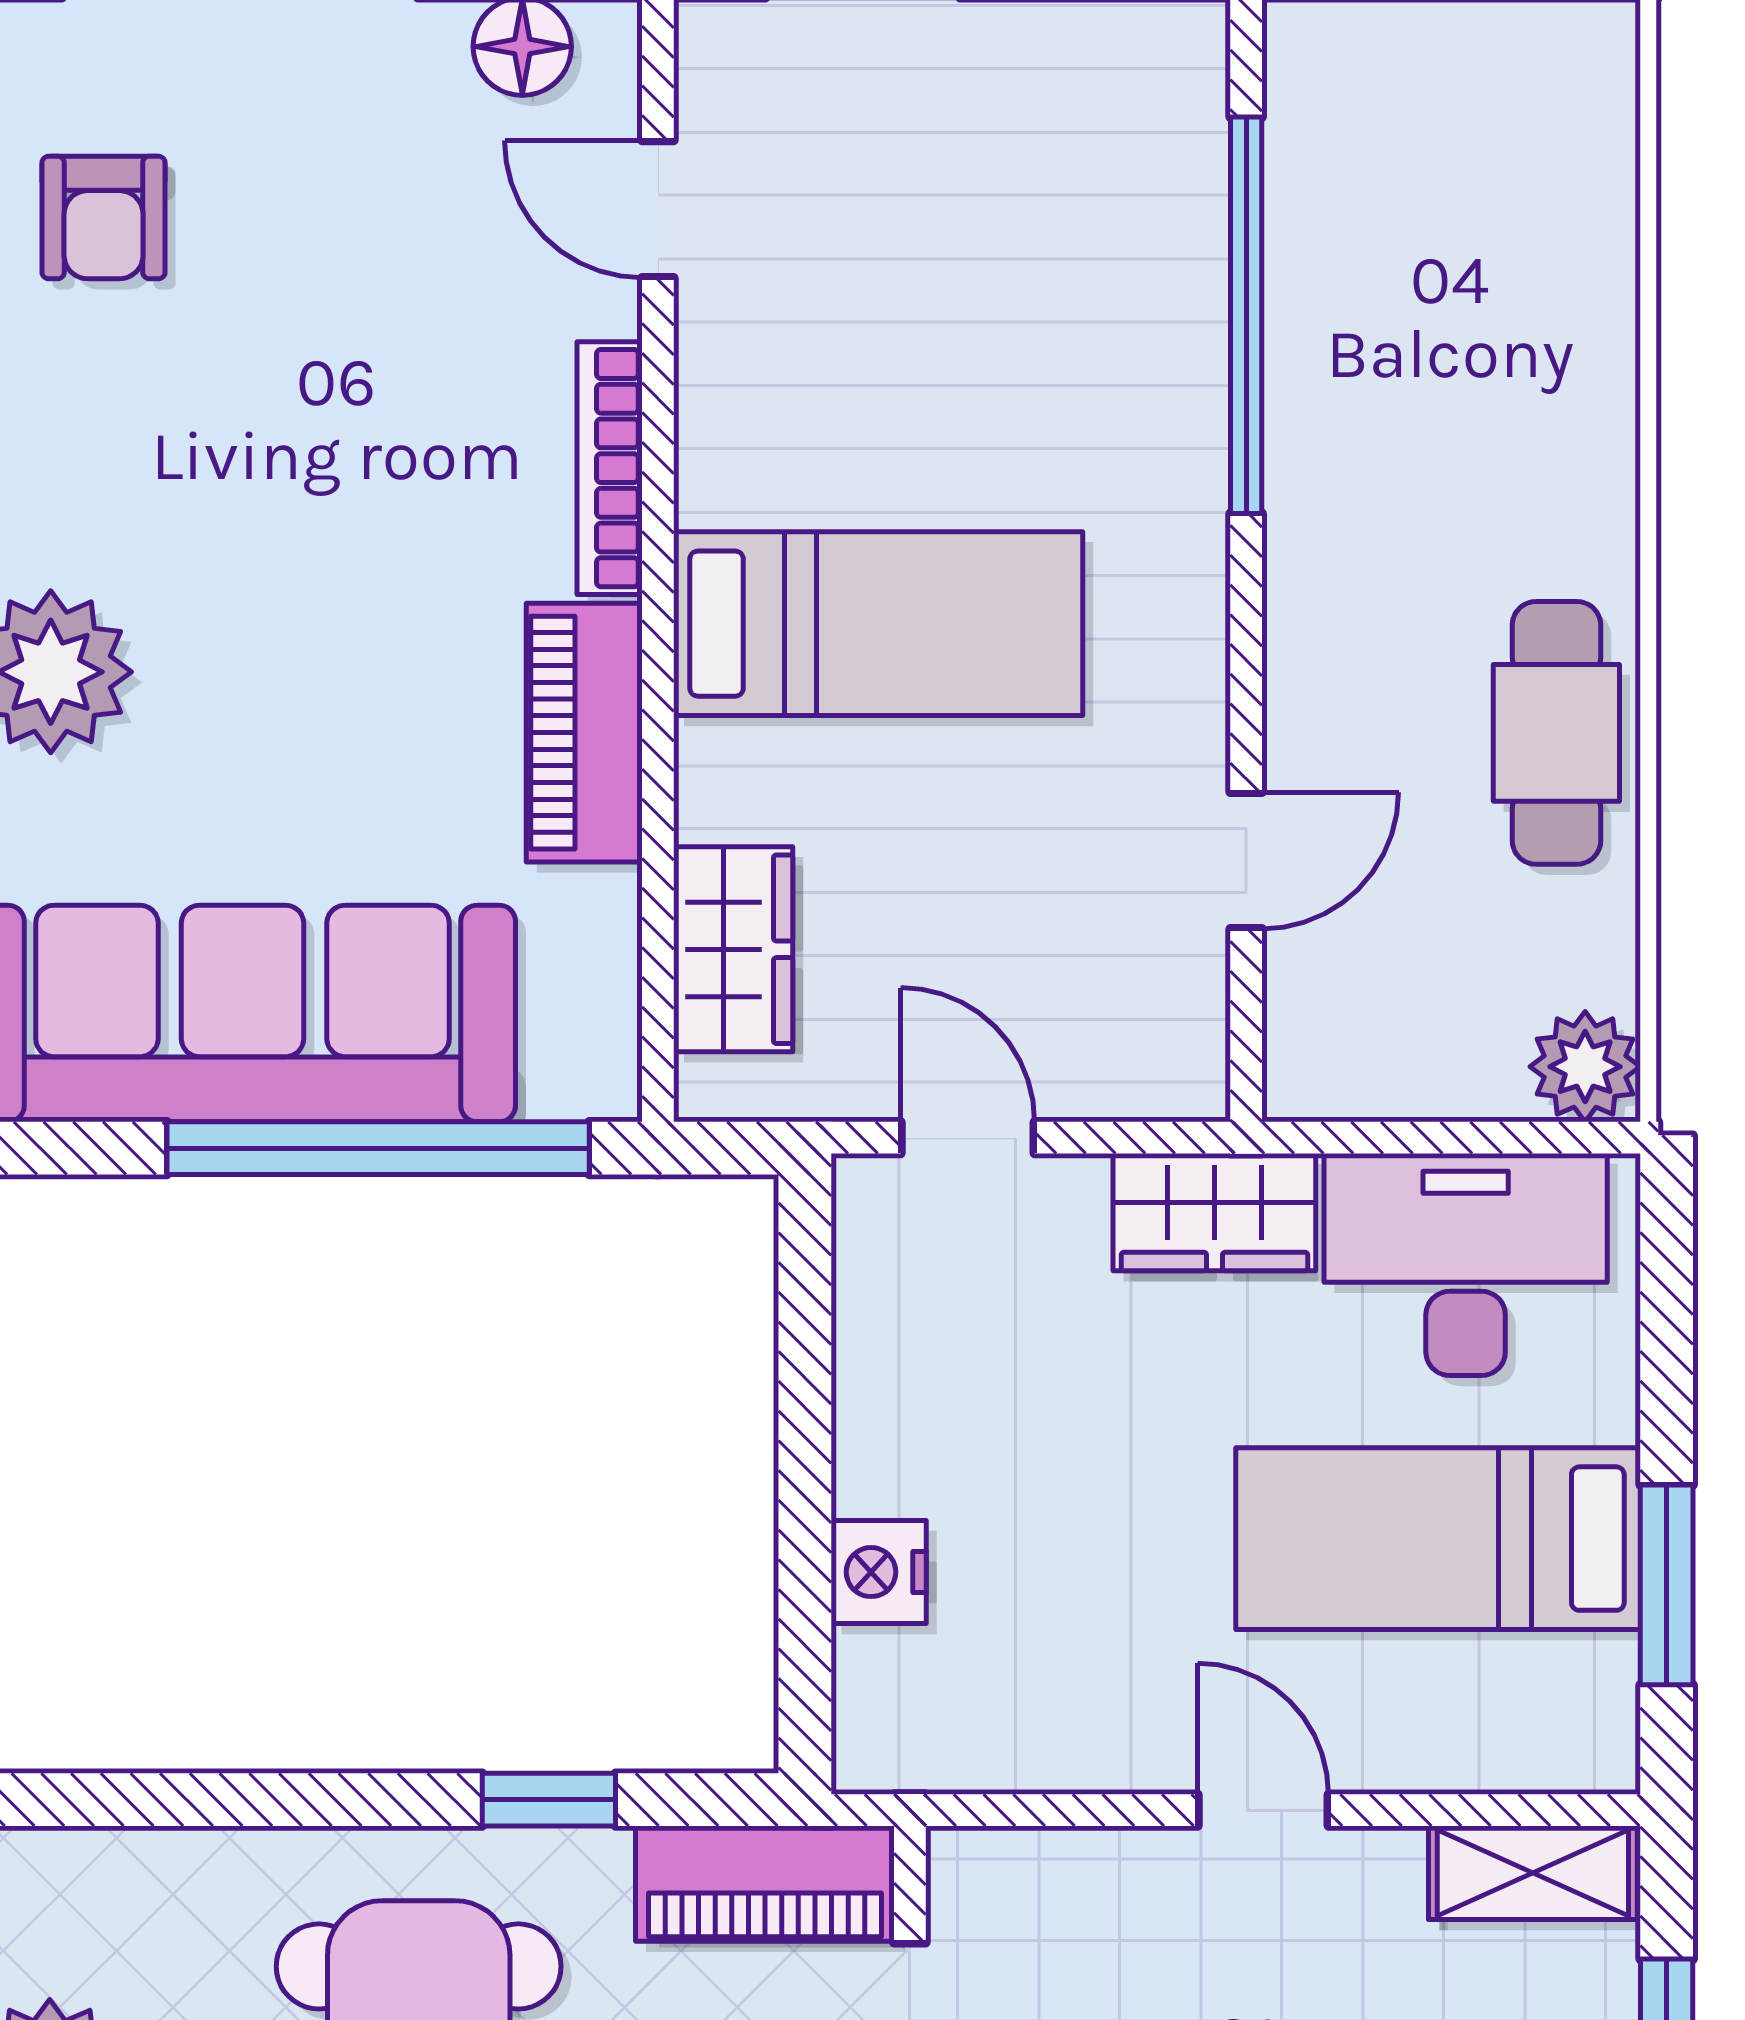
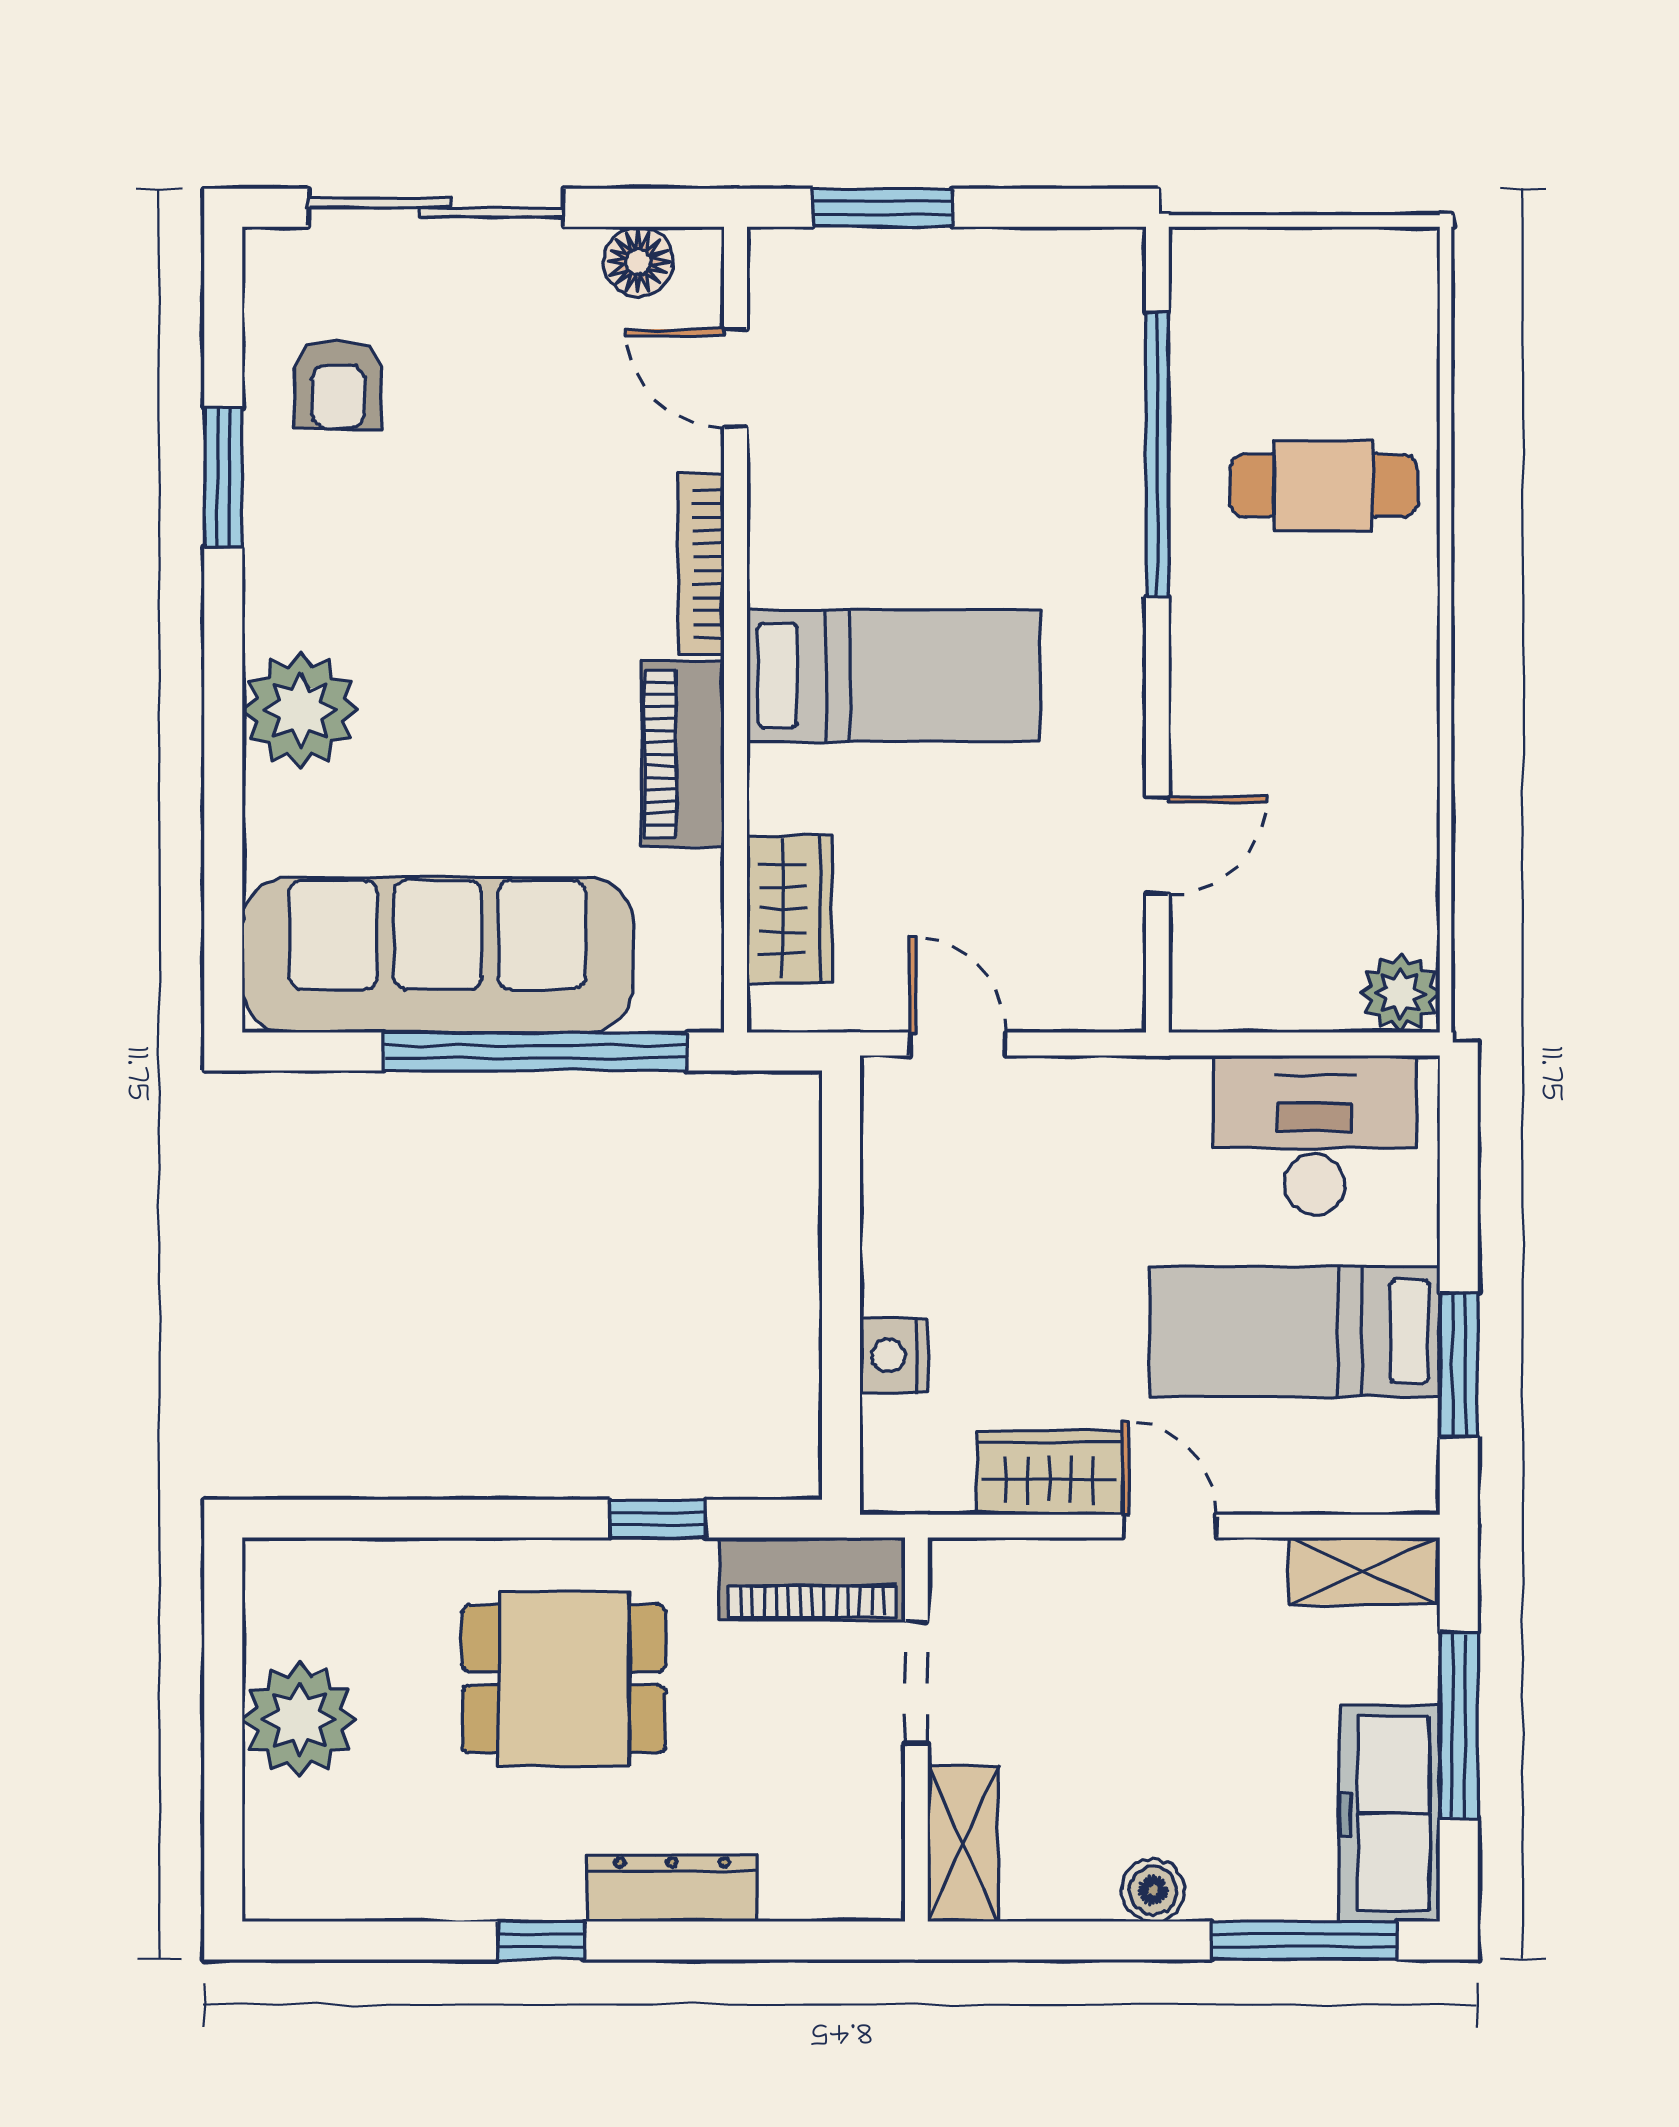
cafe table: (1556, 733) -> (1324, 486), moved, turned 90
wardrobe: (1214, 1212) -> (1049, 1473), moved, turned 180

